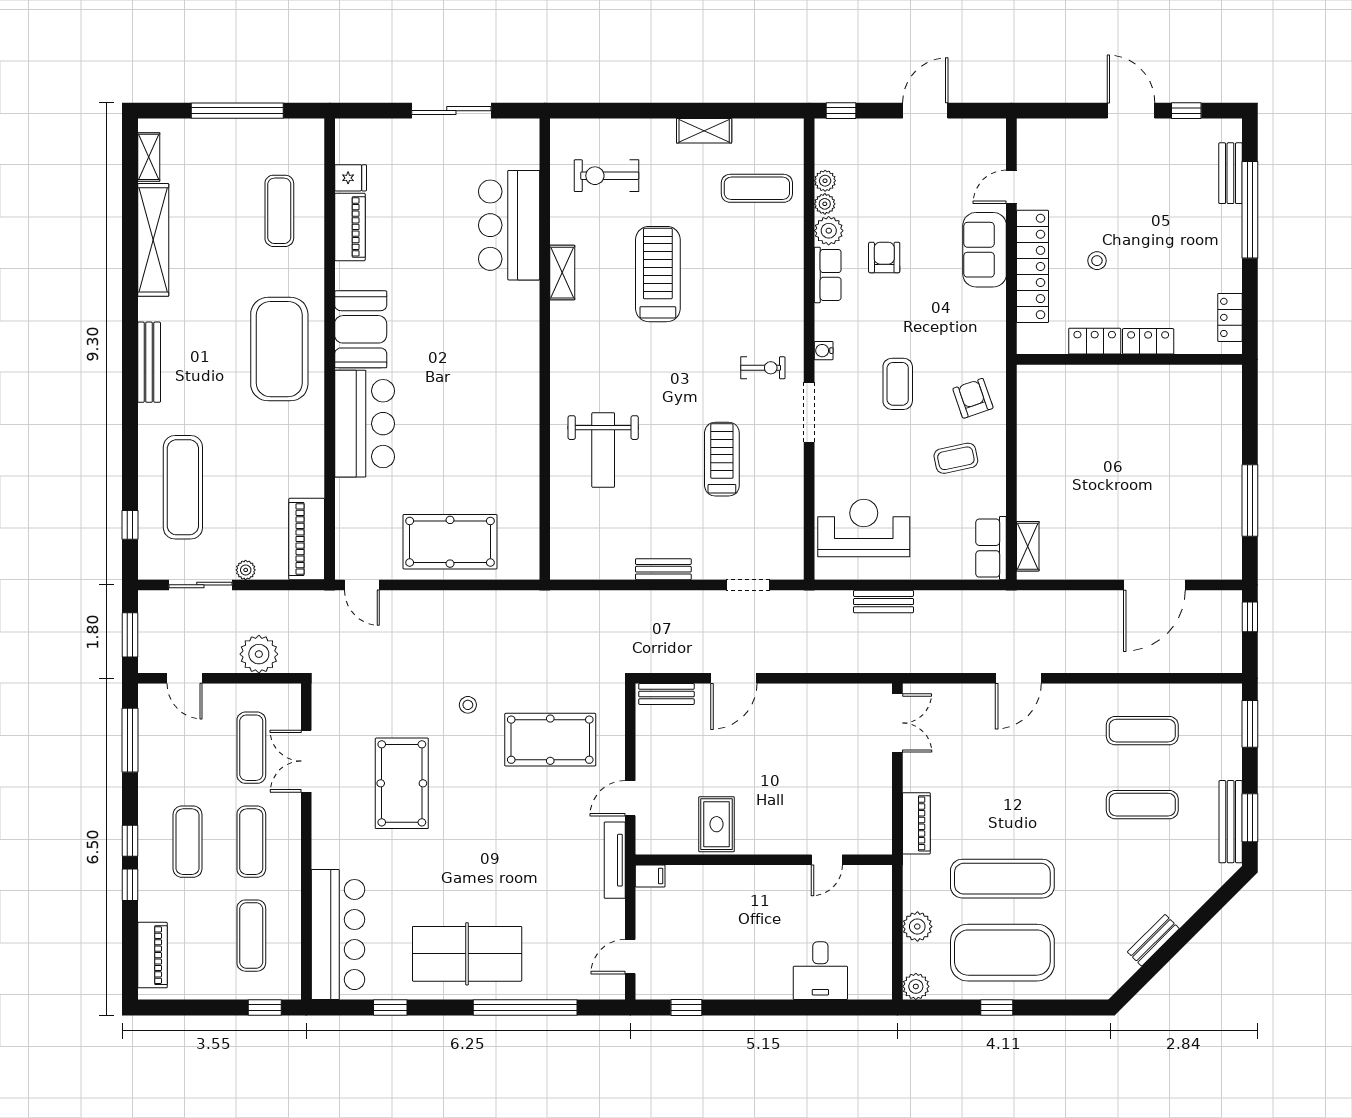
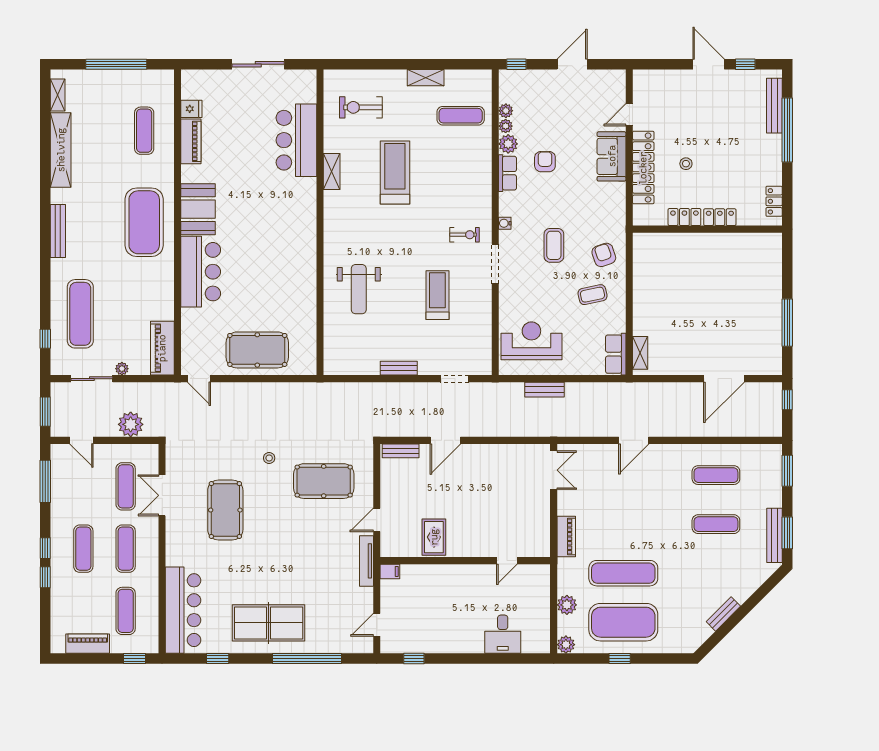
bench: (1230, 173) -> (774, 106), width x1.36
piano: (152, 955) -> (88, 644), moved, turned -90

